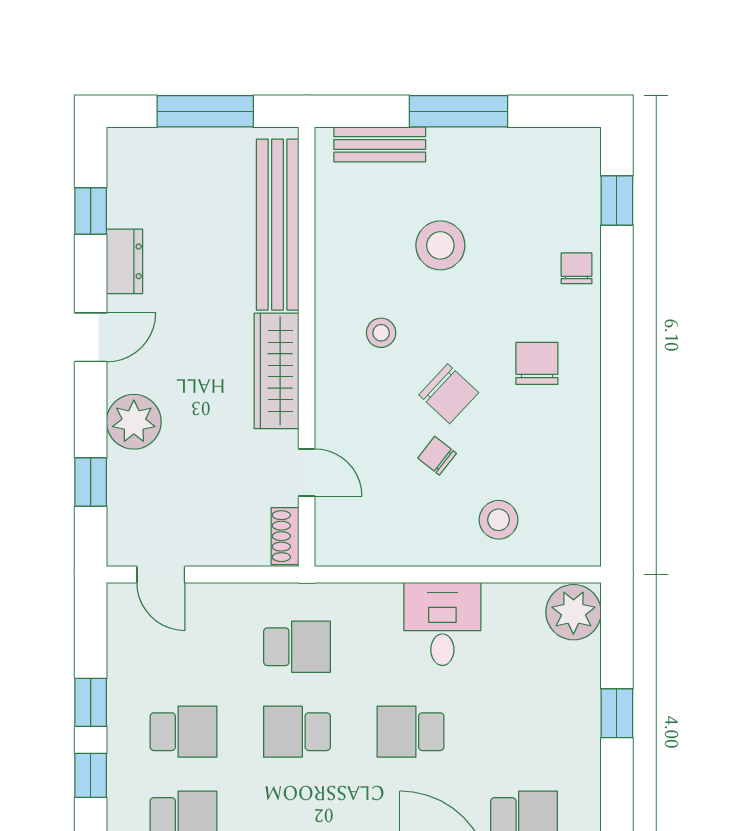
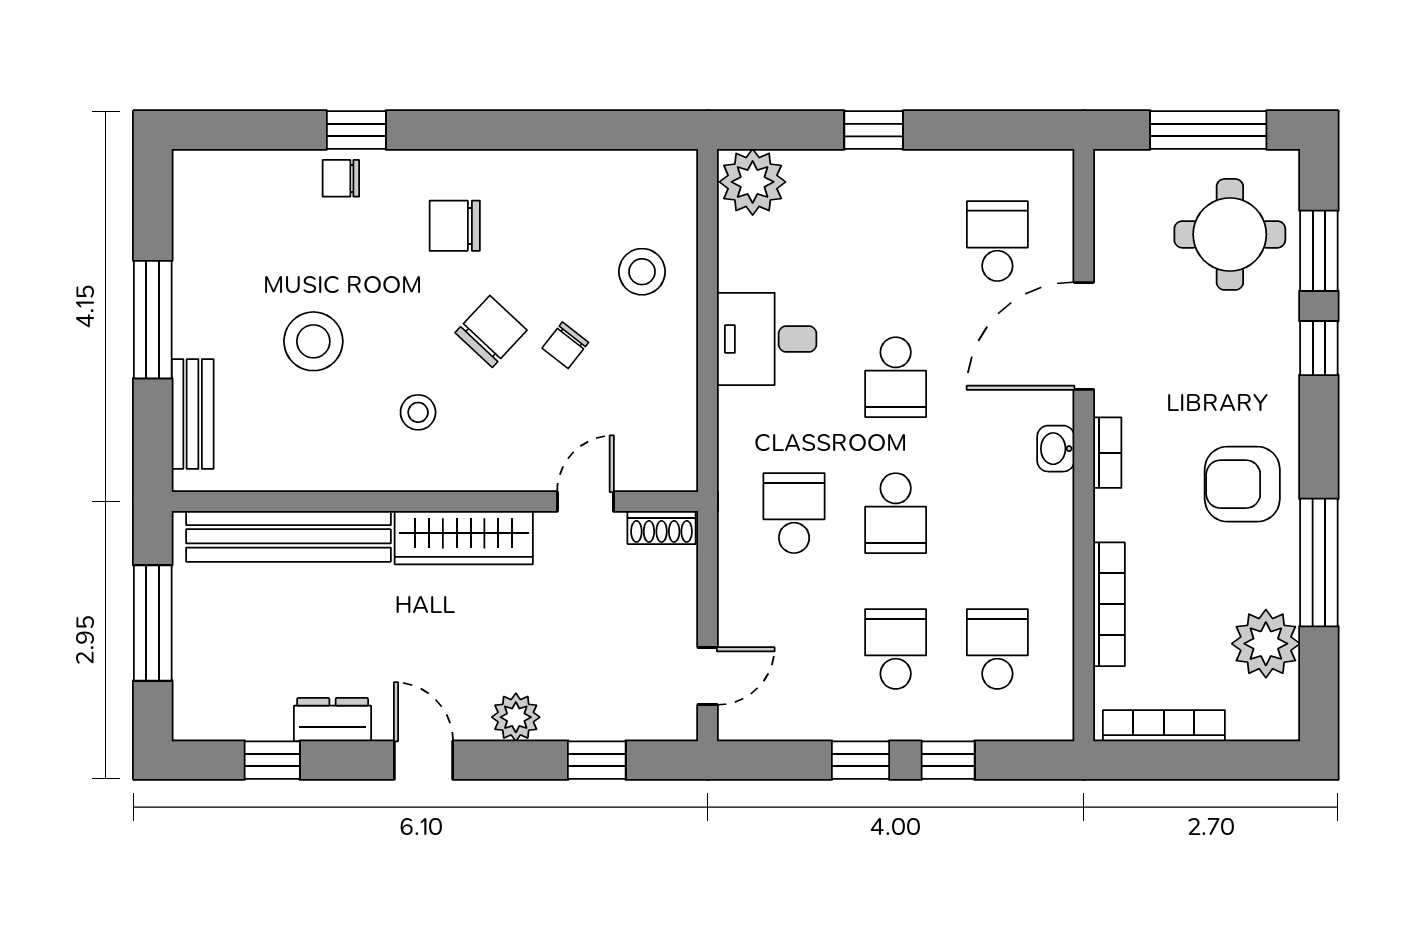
window: (617, 201) -> (356, 130), moved
plant: (134, 422) -> (516, 717), width x0.73, depth x0.73

